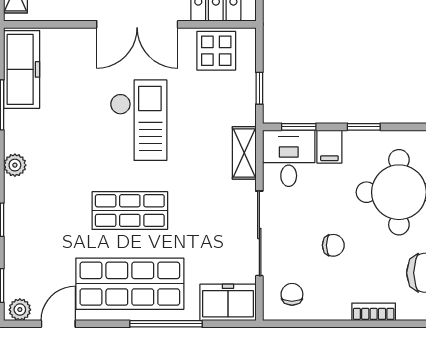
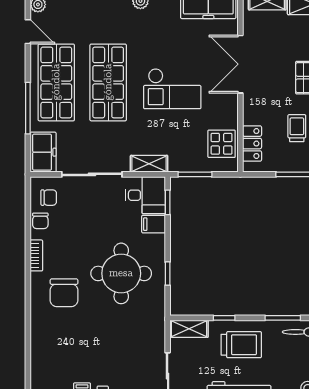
double door: (137, 24) -> (240, 64), moved
window: (259, 88) -> (195, 174), width x1.50
window: (364, 127) -> (168, 274), moved
shop shelf: (130, 211) -> (108, 82), width x1.43, depth x1.36
chair: (333, 245) -> (40, 221), moved

